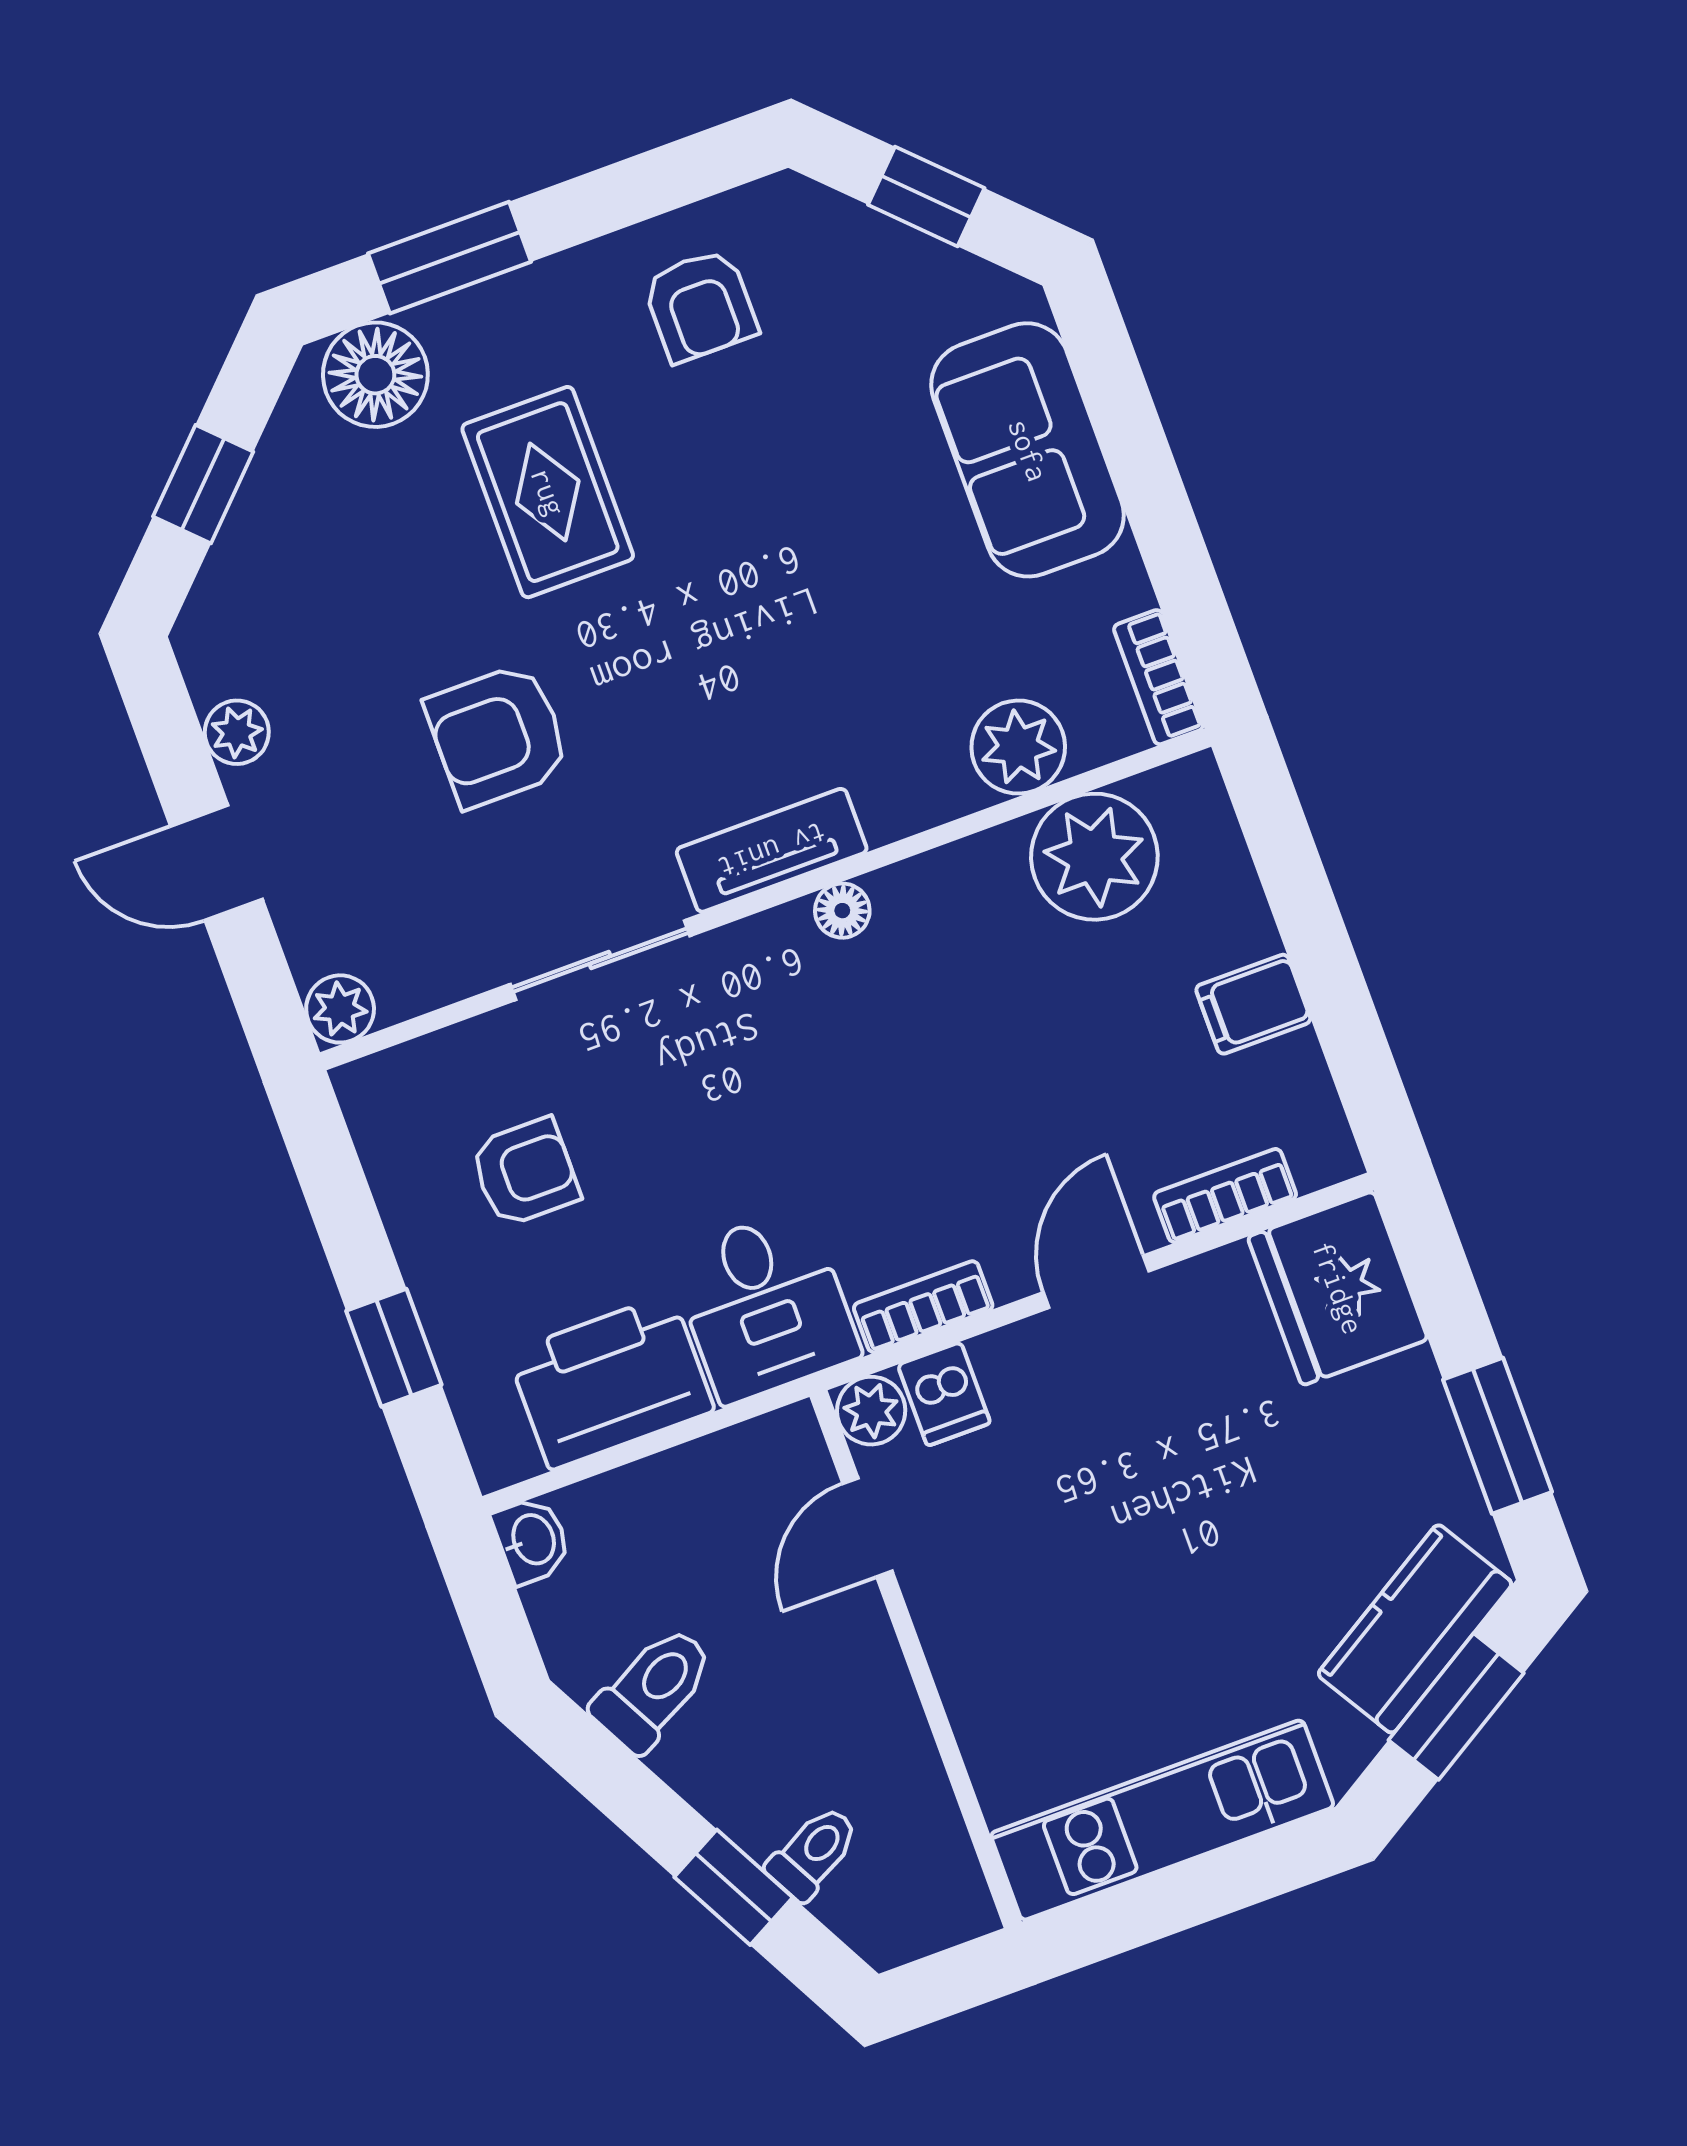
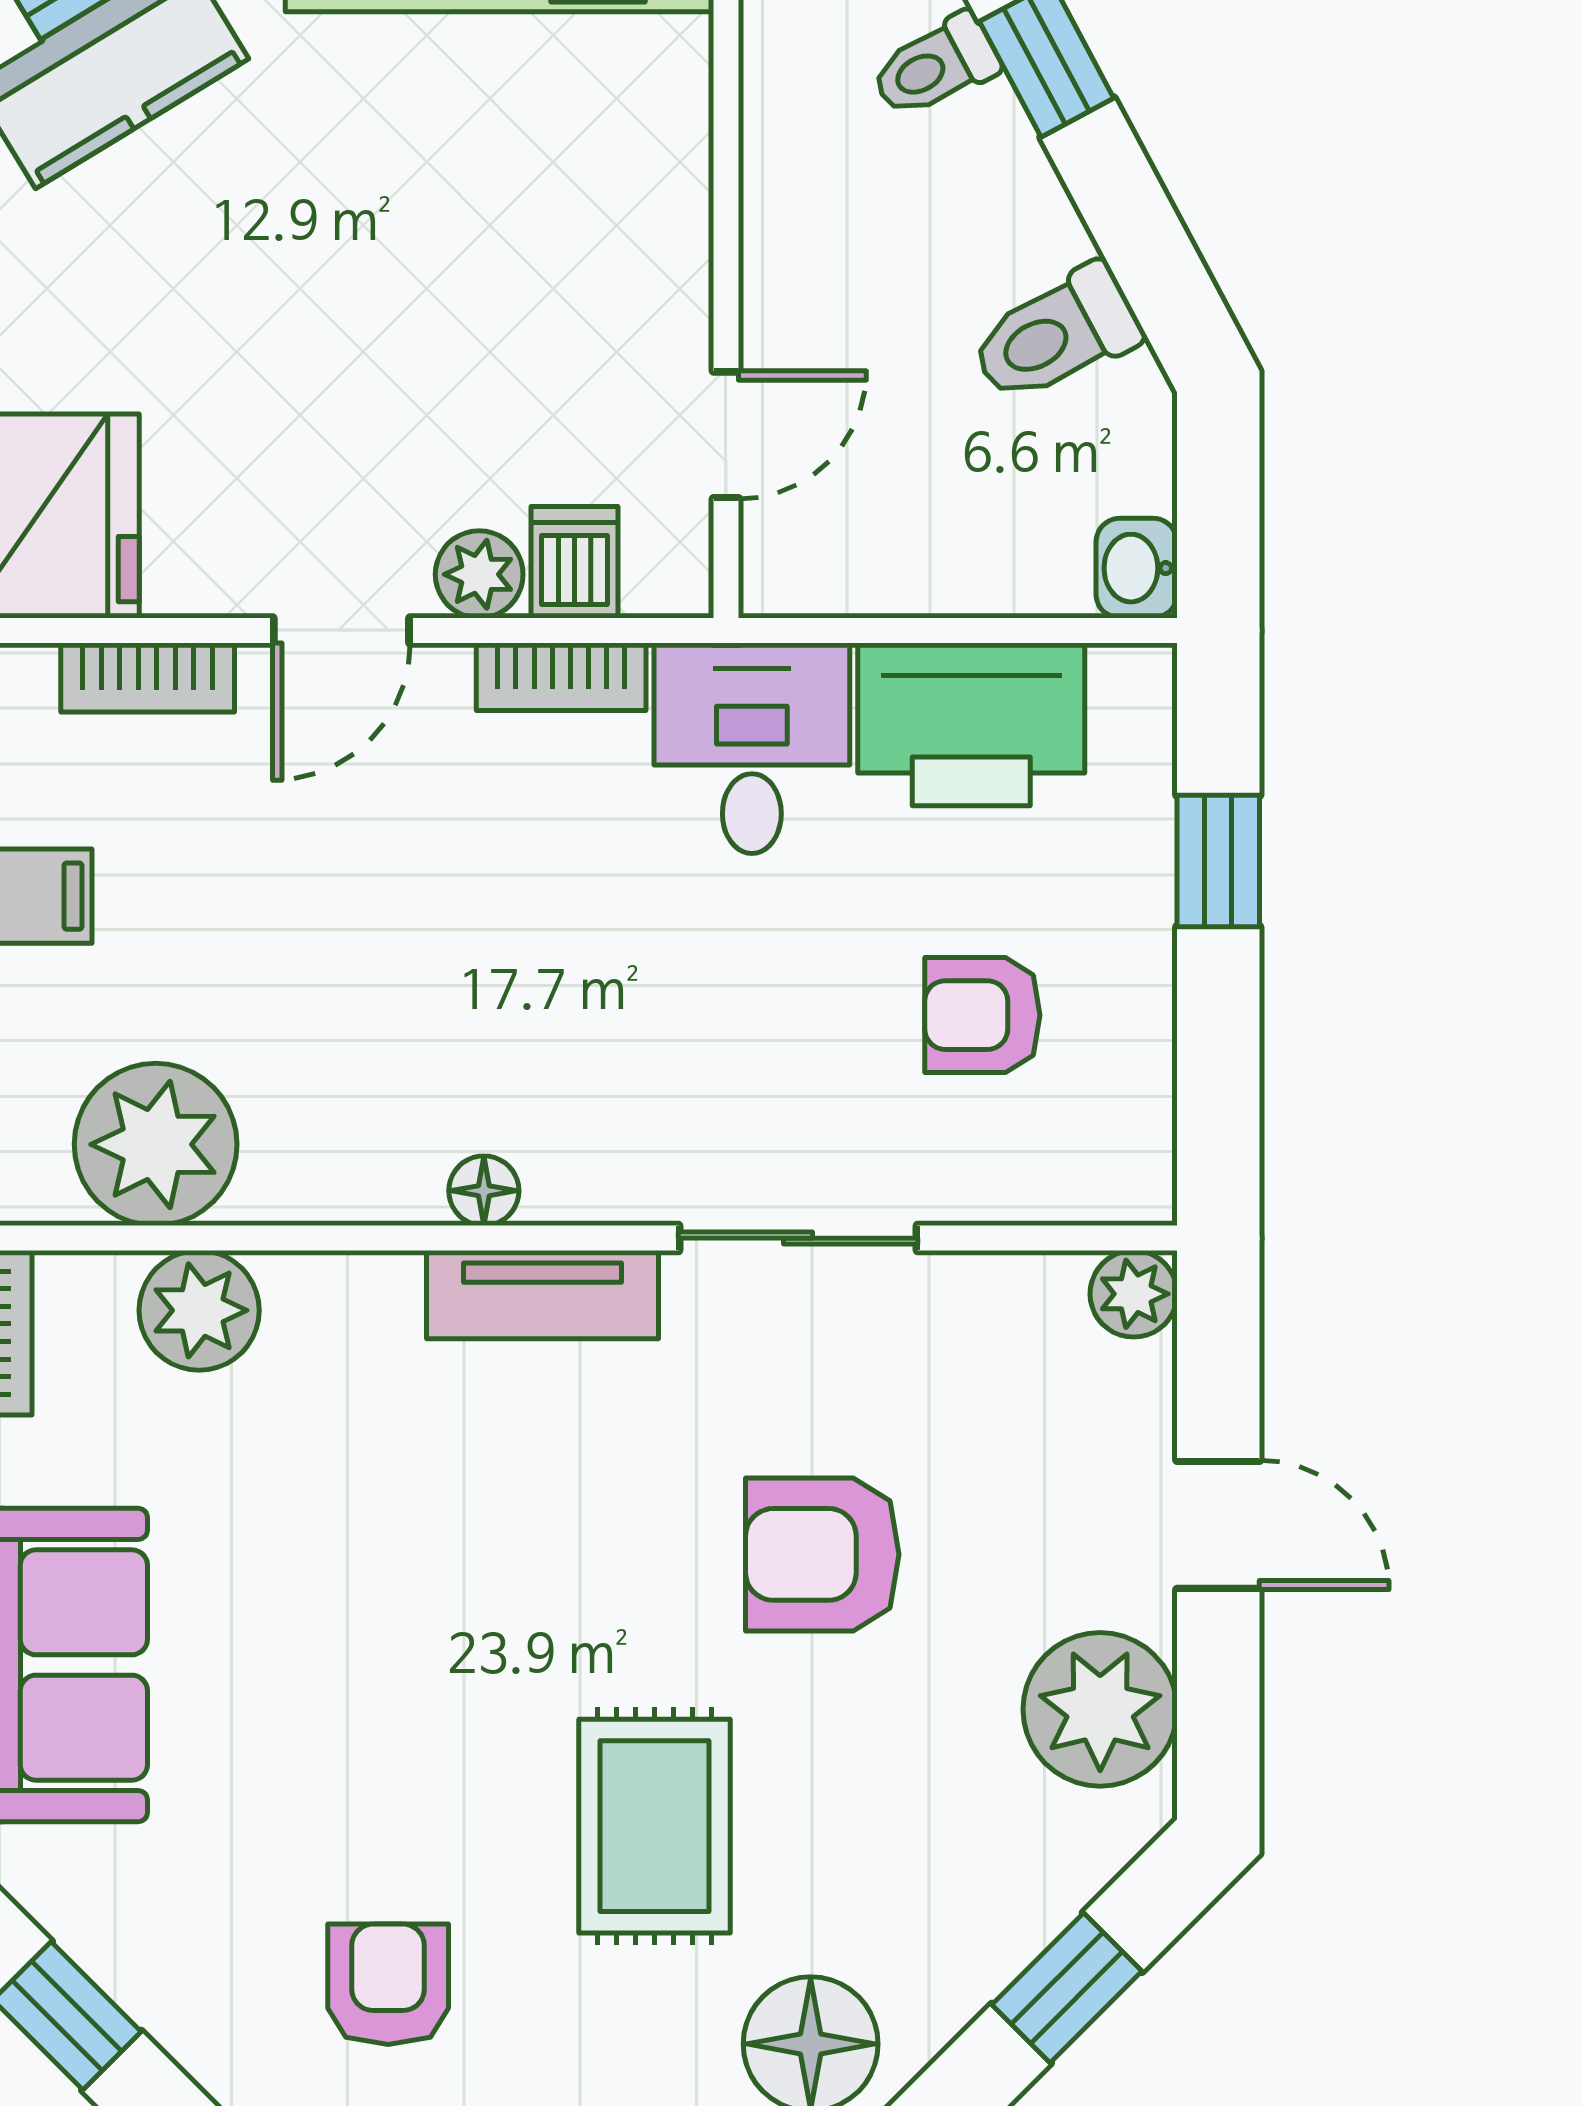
plant: (237, 732) -> (1100, 1709), width x1.88, depth x1.88
armchair: (498, 735) -> (822, 1554), turned 180
plant: (871, 1411) -> (479, 574), moved

